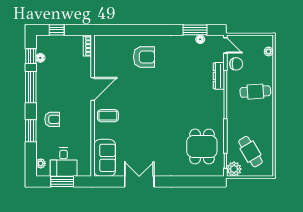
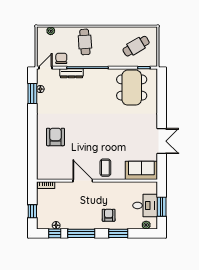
dining table: (202, 147) -> (132, 88), width x1.38
plant: (234, 169) -> (151, 60), removed
double door: (139, 182) -> (162, 141), swing flipped

